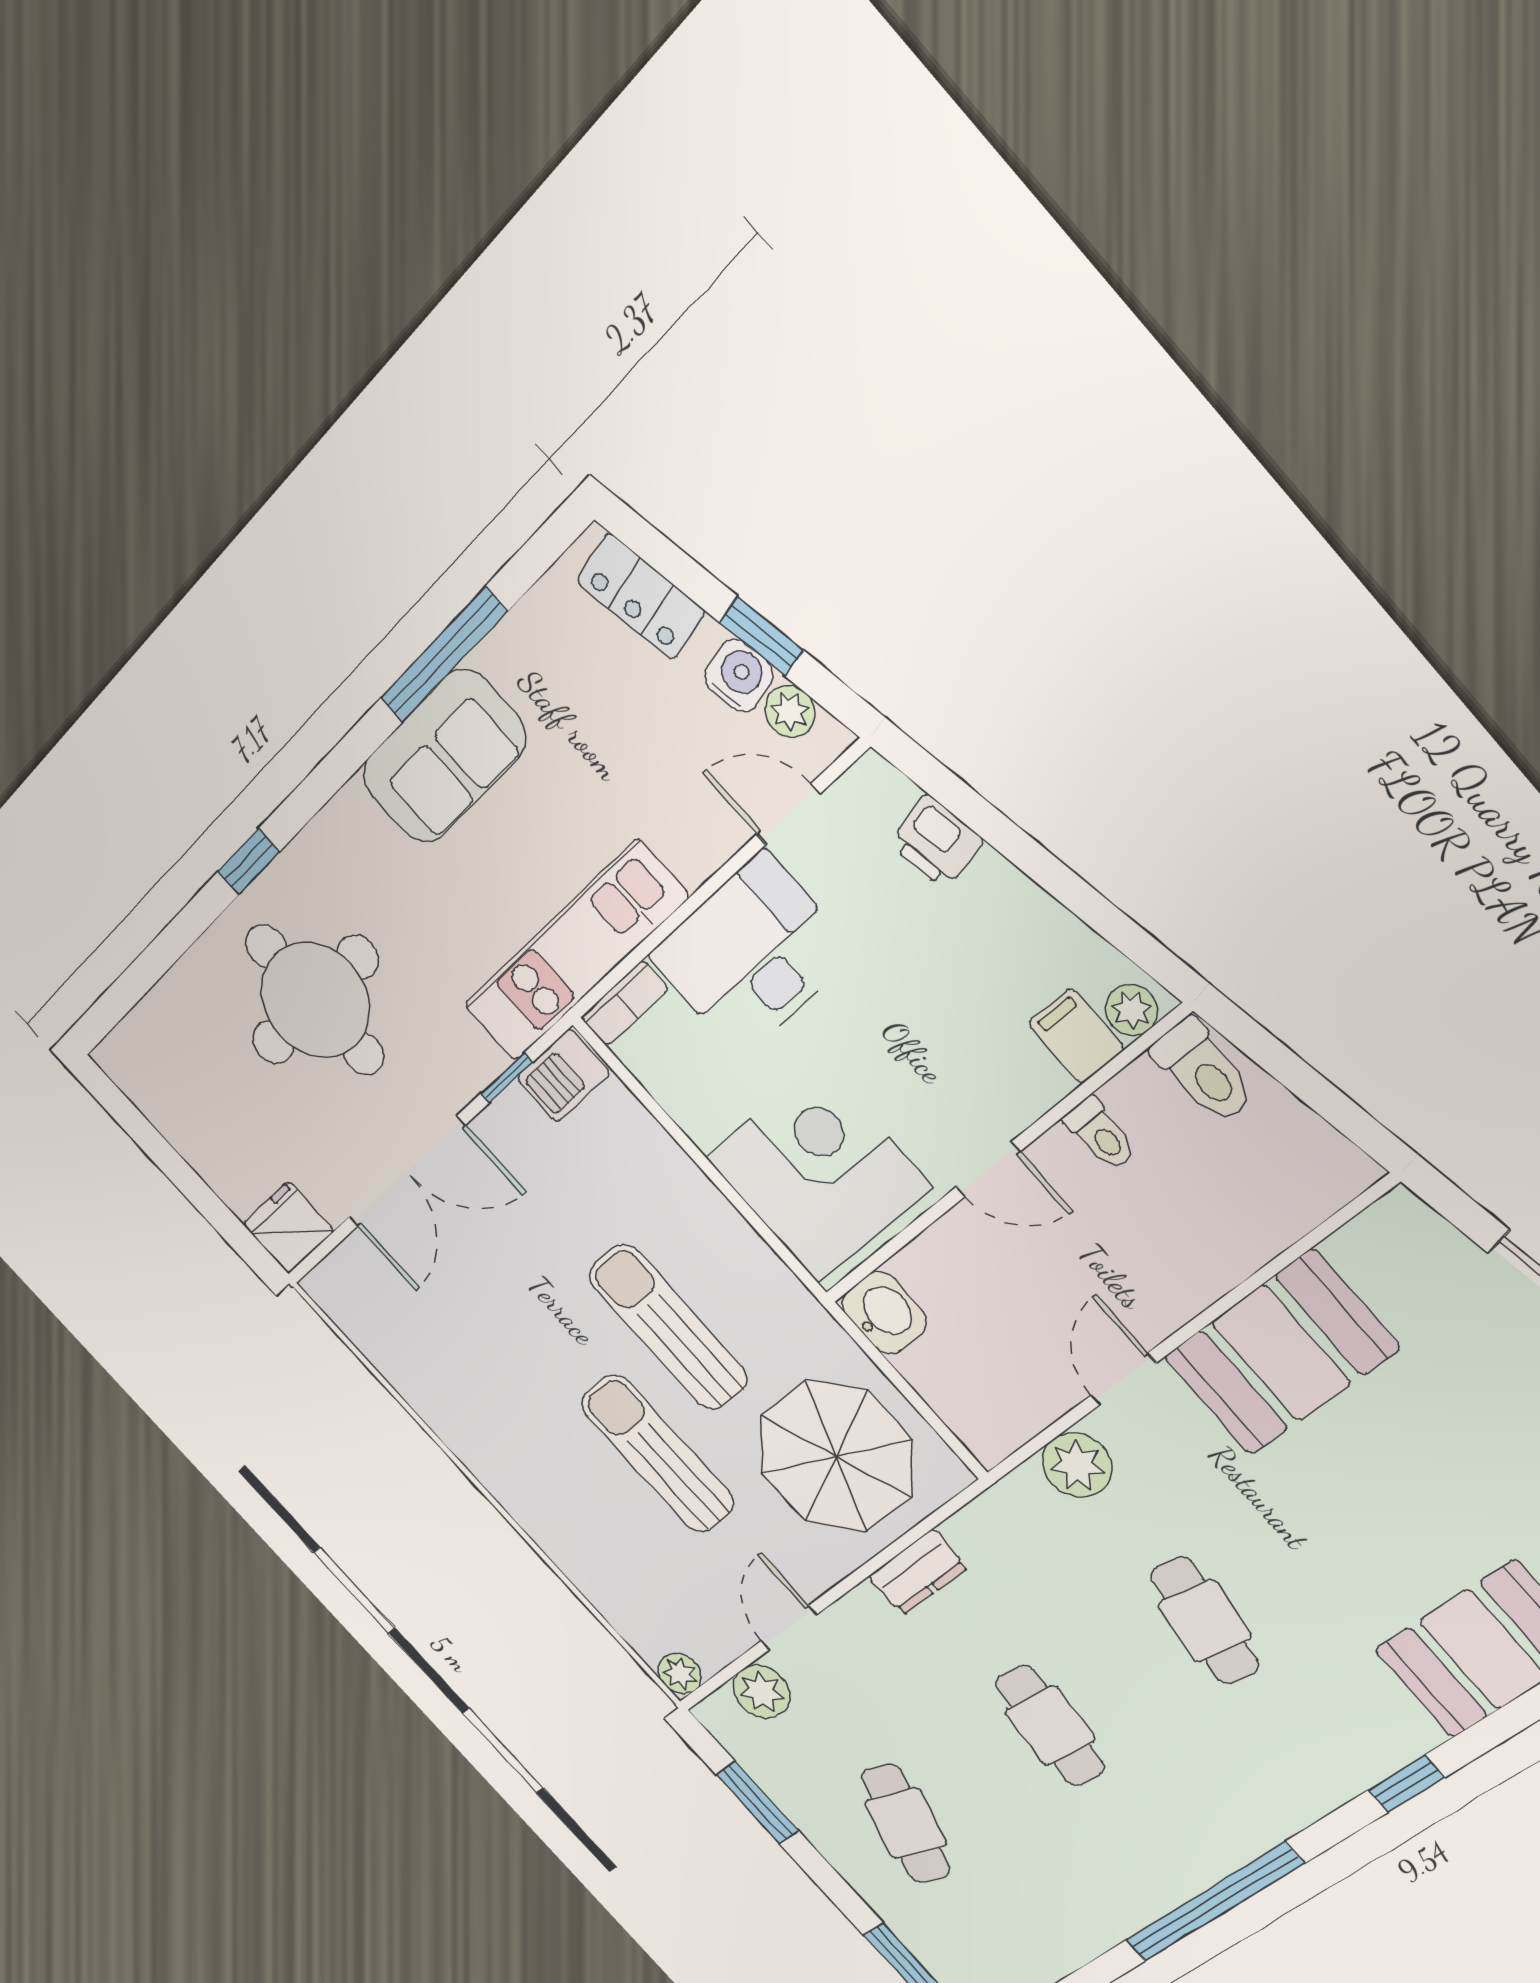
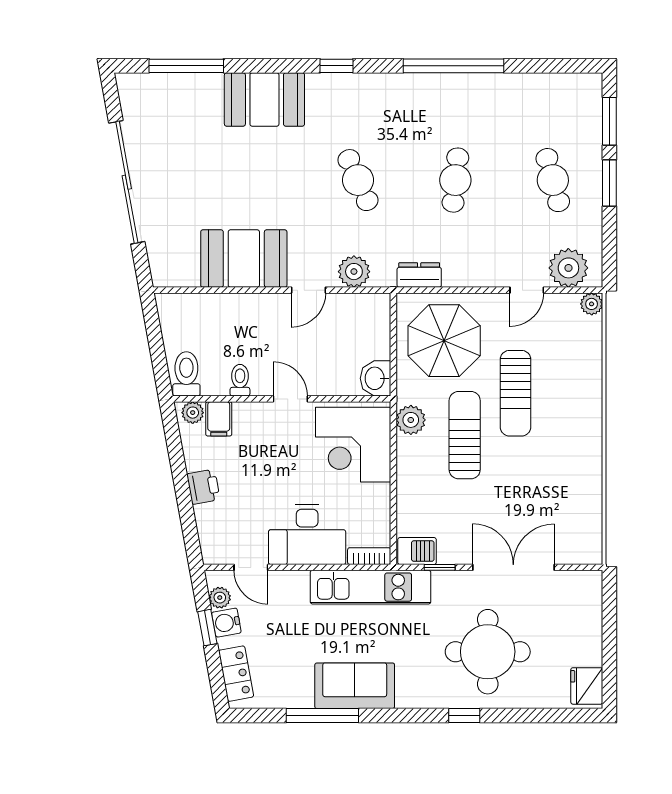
printer: (936, 842) -> (203, 487), moved
fridge: (288, 1228) -> (587, 686), moved, turned 90
plant: (769, 1287) -> (411, 420), added
sun lounger: (668, 1327) -> (465, 435), turned 180
dresser: (918, 1572) -> (419, 275), moved
cafe table: (1205, 1621) -> (358, 180), turned -33
plant: (761, 1692) -> (568, 268), width x1.36, depth x1.36
window: (757, 1803) -> (609, 183), moved
cafe table: (906, 1823) -> (553, 180), turned -33

